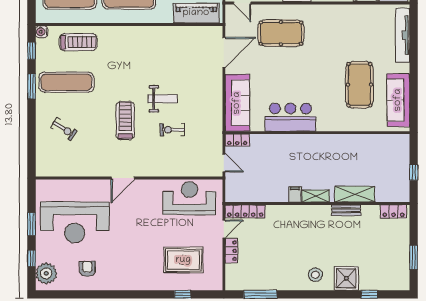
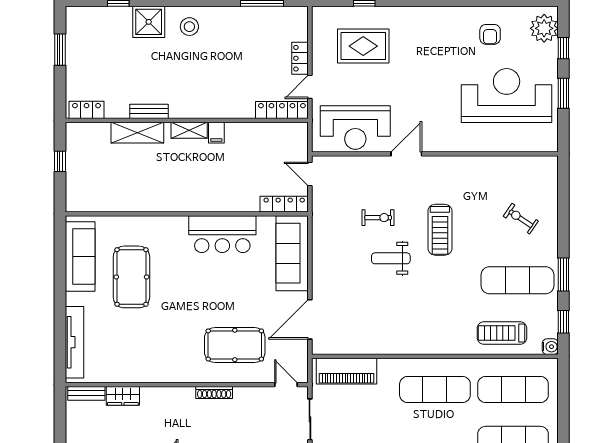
locker: (237, 140) -> (284, 204), width x1.53
door: (123, 178) -> (406, 154), moved

